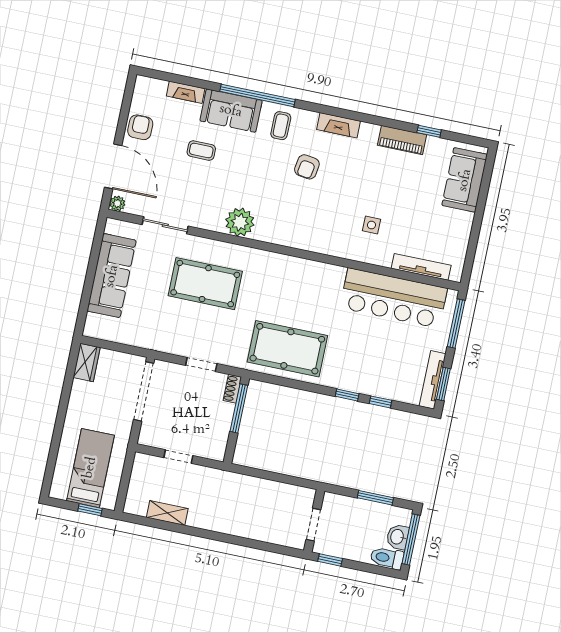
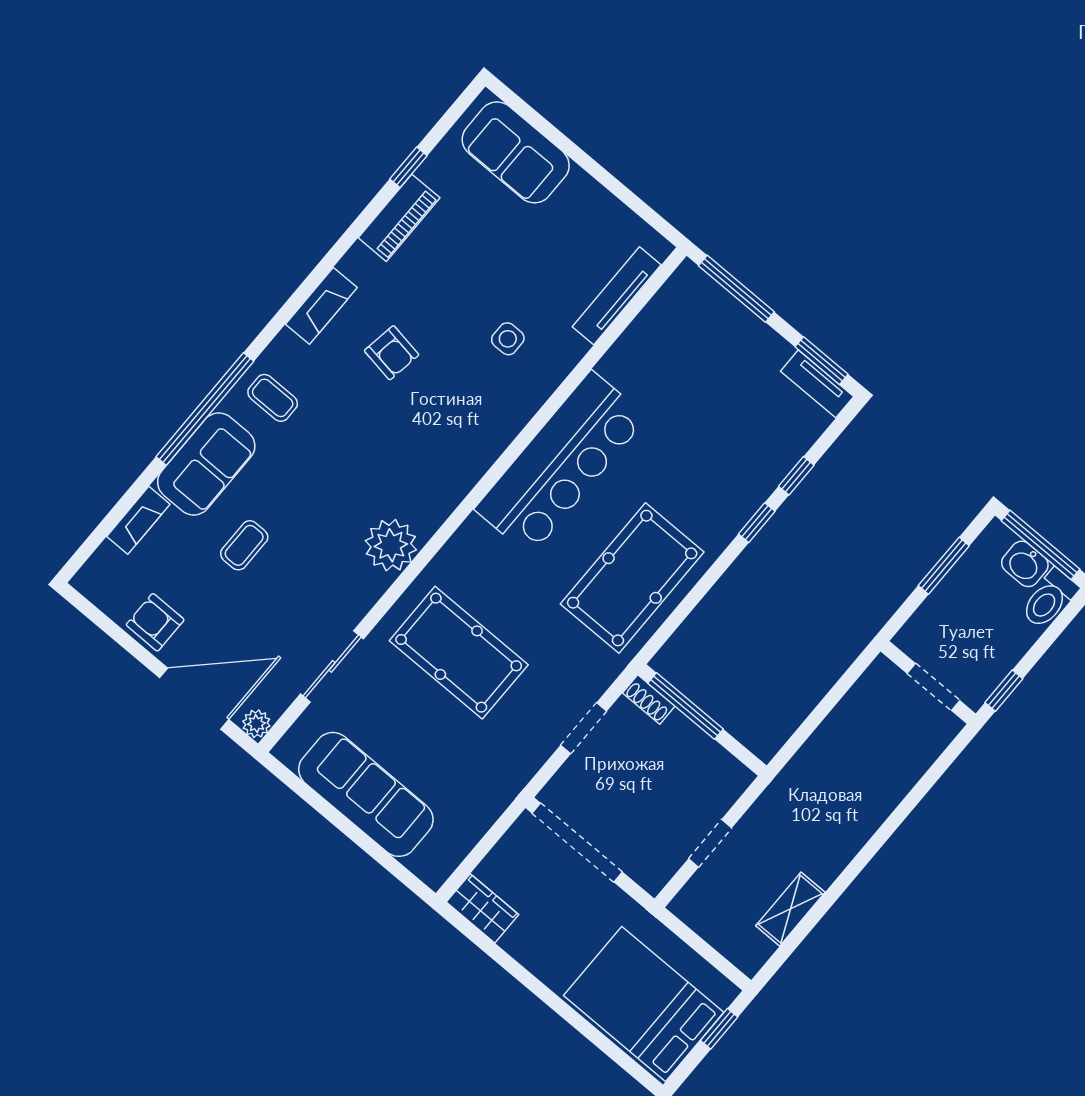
armchair: (307, 167) -> (392, 353), moved
pool table: (205, 284) -> (459, 653), turned 90
bar counter: (394, 298) -> (561, 463), moved
tv unit: (433, 380) -> (817, 384), width x0.71
bed: (90, 468) -> (644, 1004), width x1.50

